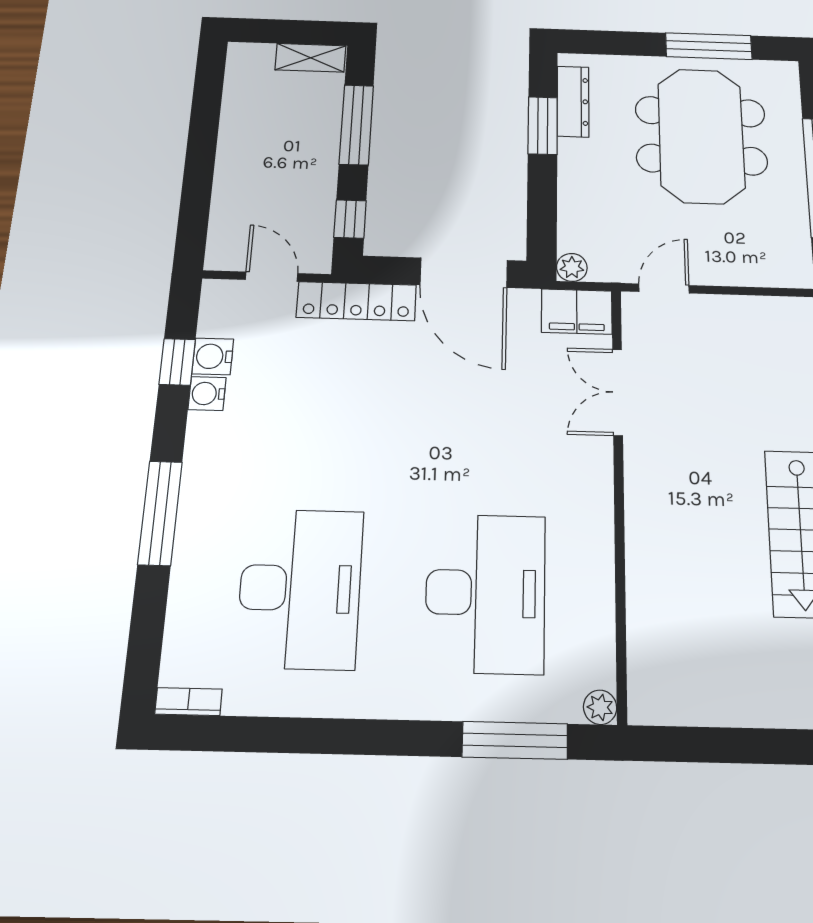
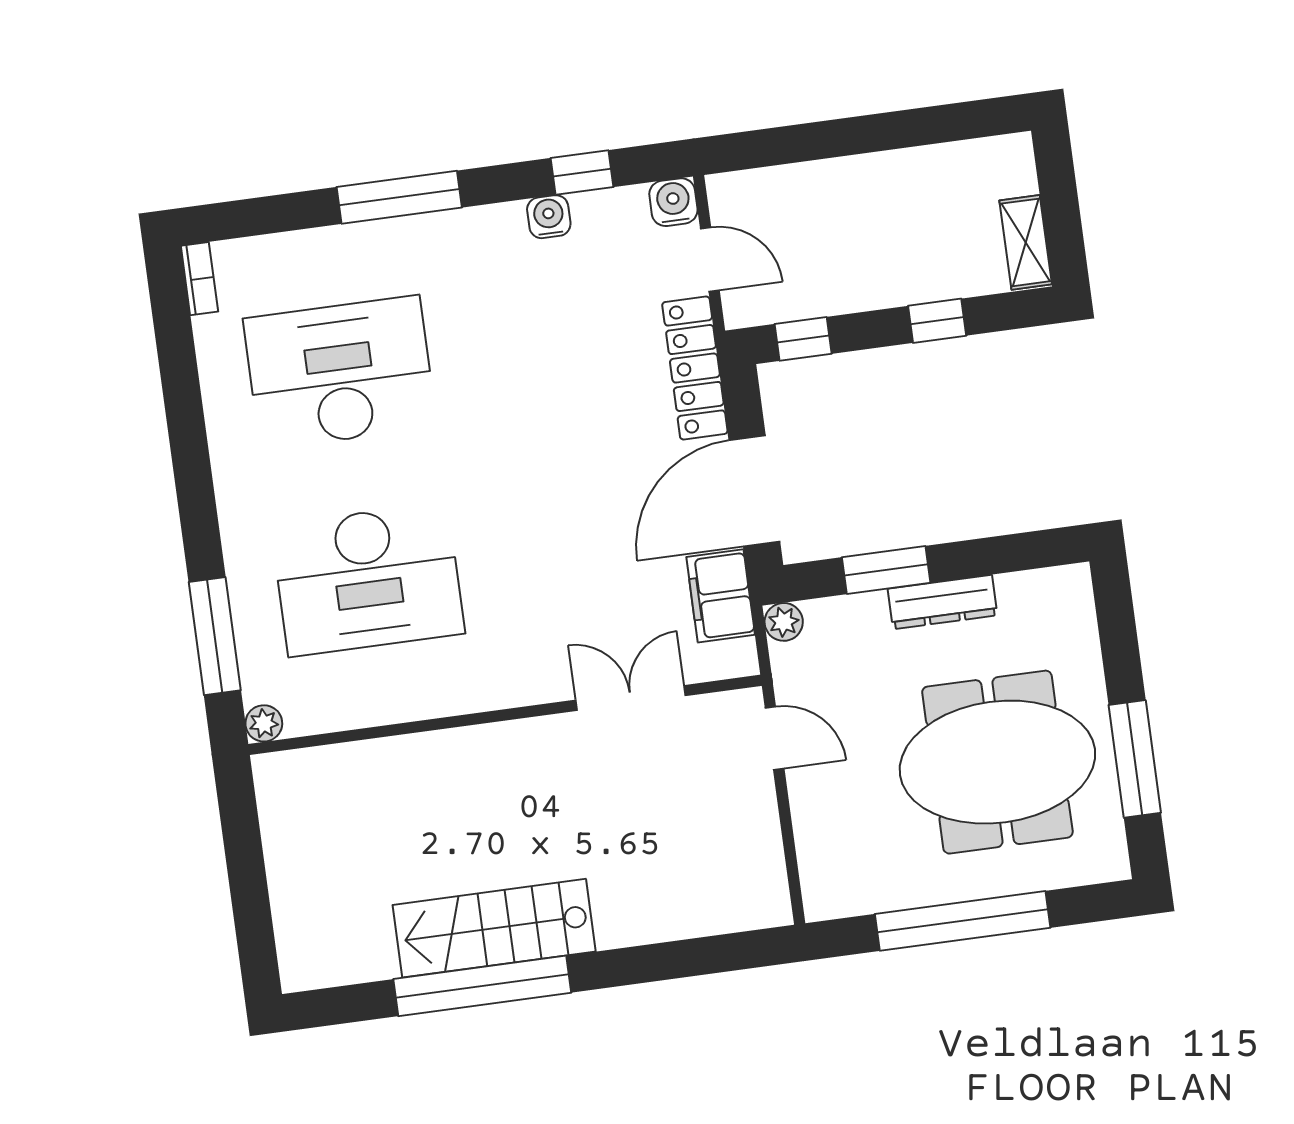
dresser: (573, 101) -> (942, 602), moved
window: (356, 125) -> (937, 321), width x0.46
window: (543, 126) -> (886, 570), moved
door: (272, 277) -> (710, 259), hinge flipped
filing cabinet: (577, 312) -> (721, 596), moved
water cooler: (213, 356) -> (673, 202), moved
desk: (300, 588) -> (340, 373), turned 180

